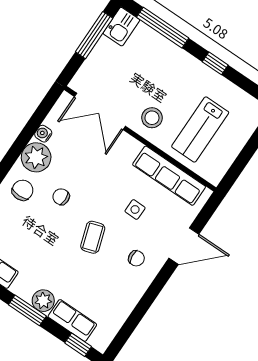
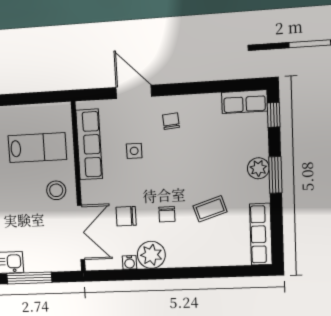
chair: (23, 190) -> (126, 216), moved
coffee table: (93, 237) -> (210, 209), moved
row of seats: (72, 321) -> (244, 102), moved, turned -90

